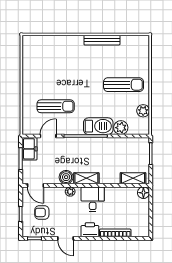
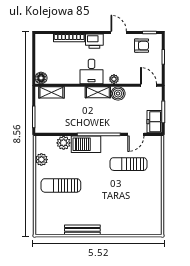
armchair: (42, 212) -> (142, 46), moved

